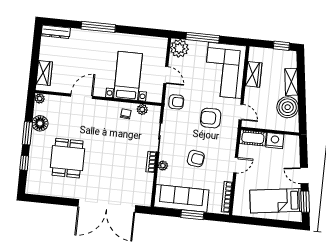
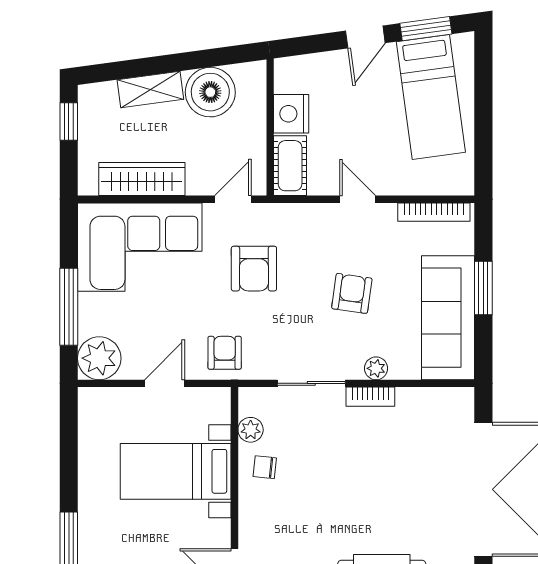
wardrobe: (254, 74) -> (142, 179), width x1.50

